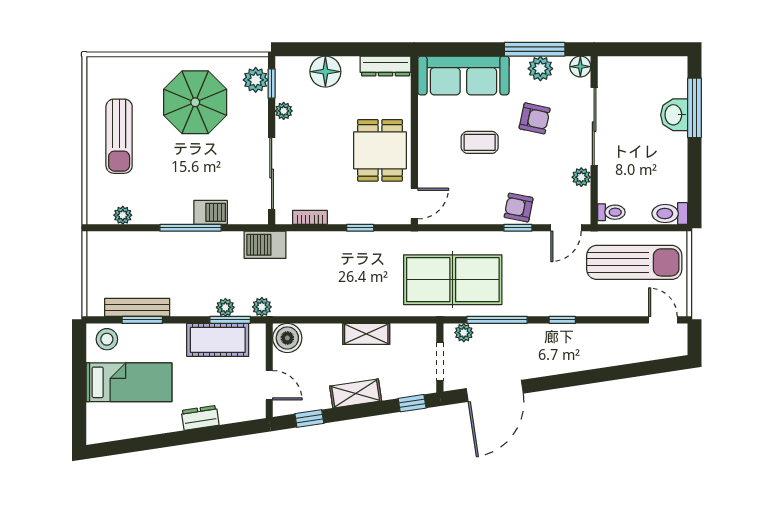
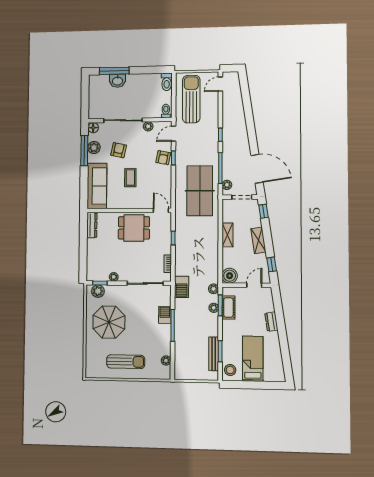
floor lamp: (325, 72) -> (94, 256), removed
door: (566, 228) -> (174, 134), swing flipped
cot: (218, 340) -> (228, 308), width x0.73, depth x0.75

